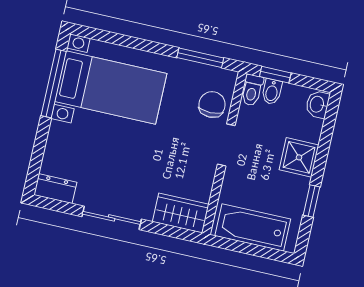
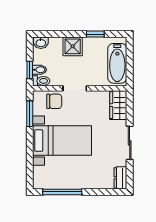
bed with nightstands: (111, 87) -> (62, 141), moved, turned 90
chair: (212, 105) -> (54, 101), turned 180

